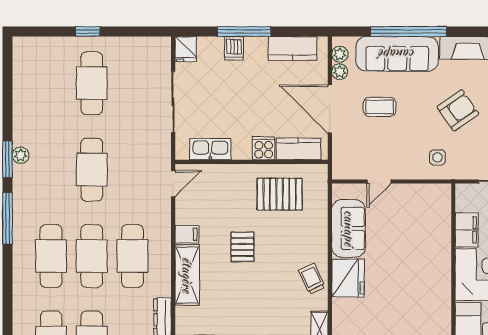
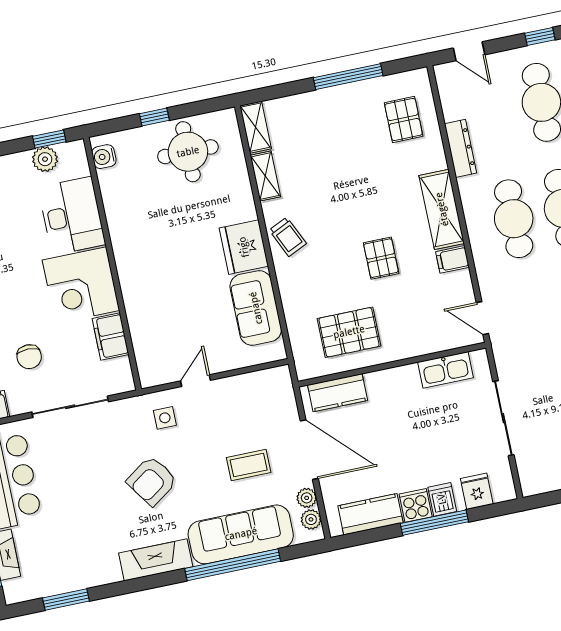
fridge: (186, 49) -> (477, 491), moved
cooker: (264, 148) -> (416, 505), moved, turned 180
door: (379, 181) -> (196, 381), moved
door: (173, 183) -> (482, 318), hinge flipped

